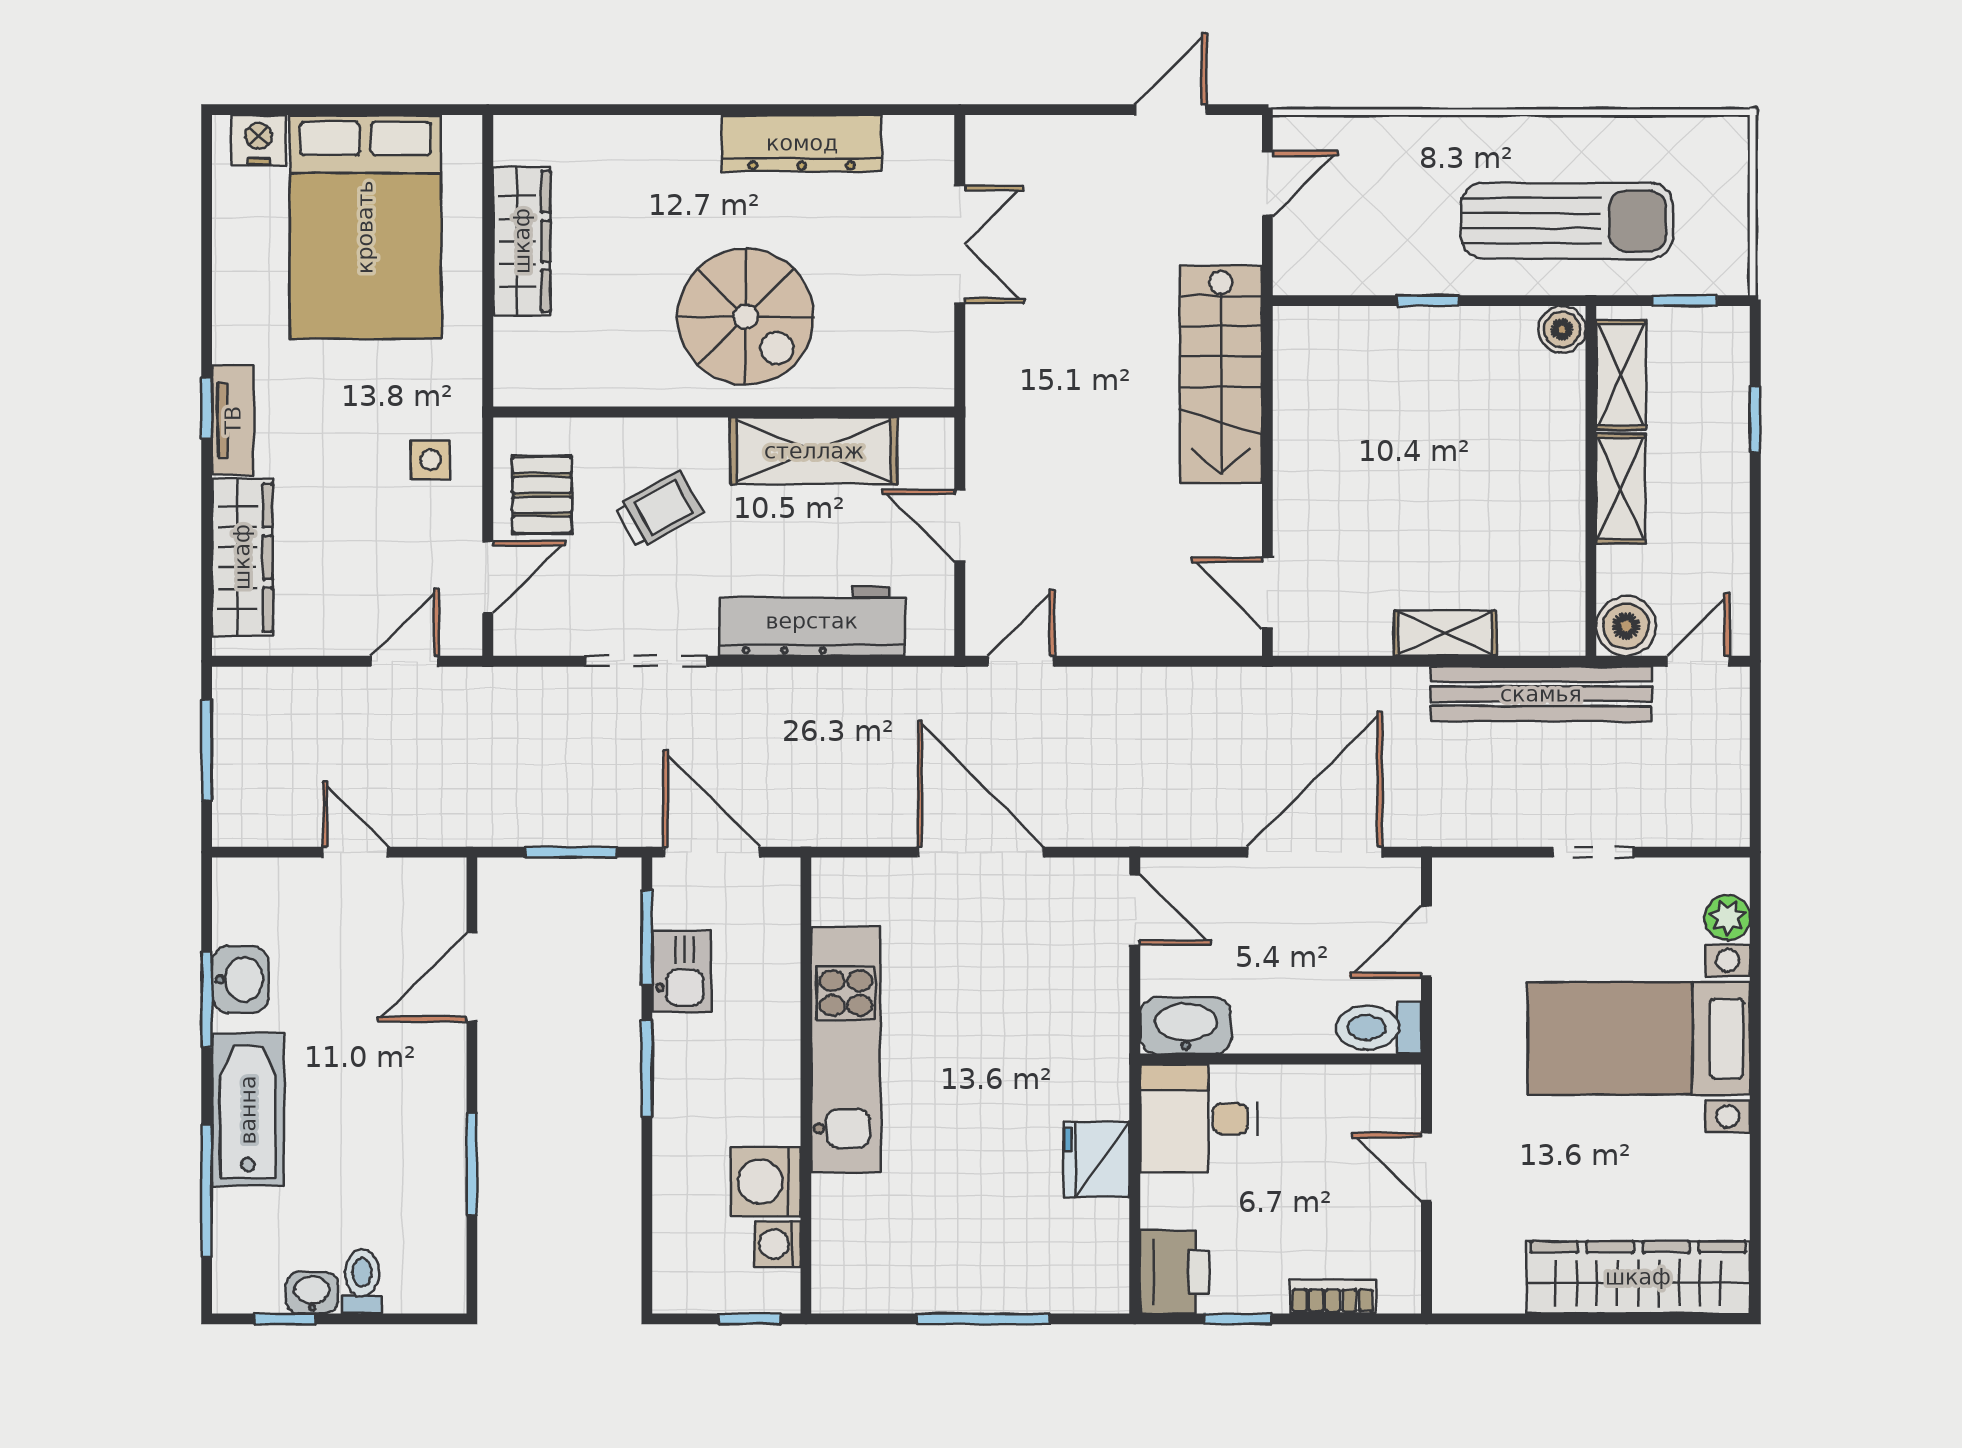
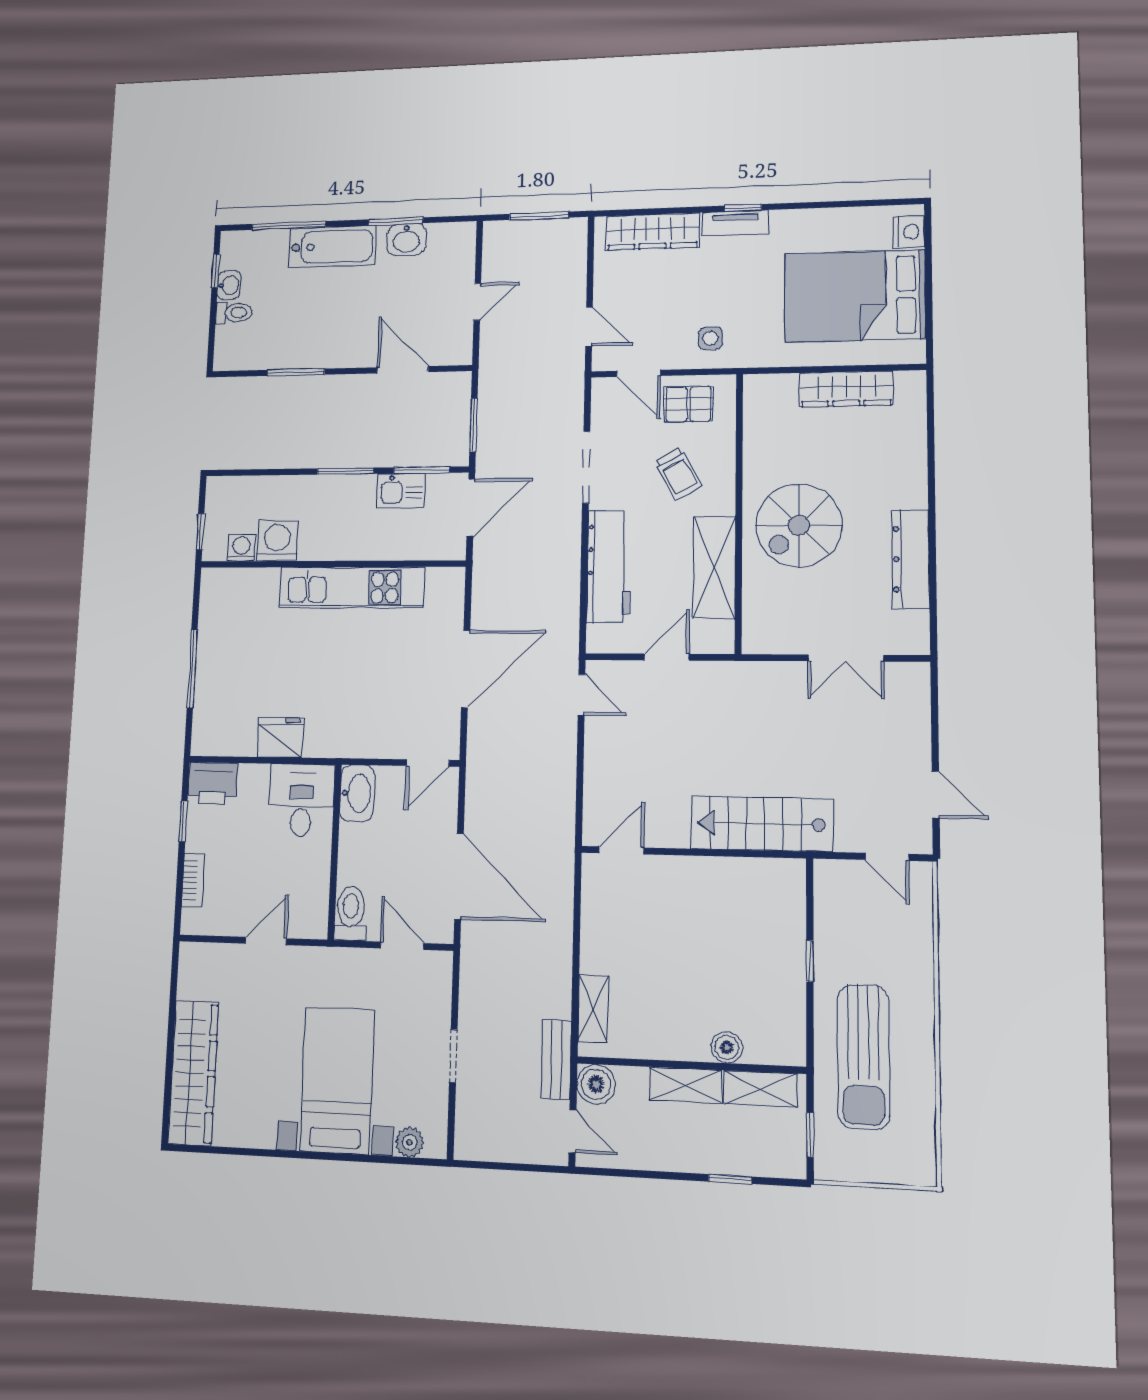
boiler: (1562, 329) -> (727, 1047), moved
shelving: (1445, 633) -> (593, 1009), moved
bench: (1541, 694) -> (556, 1060), width x0.54, depth x0.82

